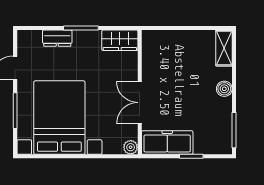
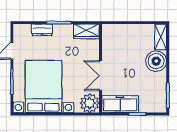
boiler: (224, 89) -> (156, 61), width x1.86, depth x1.86
plant: (131, 147) -> (90, 103), width x1.88, depth x1.88

